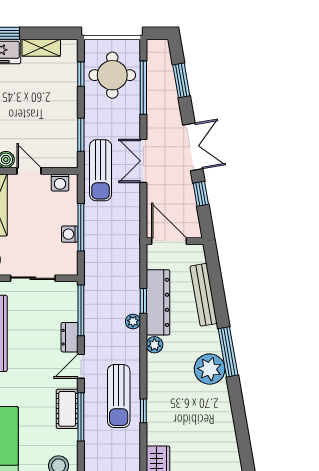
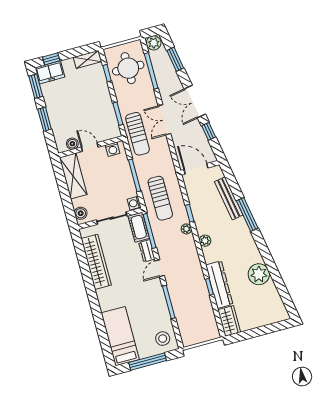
shelving: (41, 48) -> (88, 59), moved
plant: (157, 49) -> (154, 43), added
double door: (193, 147) -> (195, 102), swing flipped
washing machine: (70, 234) -> (134, 203), moved
dresser: (158, 302) -> (219, 285), moved
window: (228, 352) -> (247, 215), moved
plant: (210, 369) -> (259, 274), moved
sun lounger: (119, 396) -> (160, 198), moved
cot: (67, 409) -> (139, 227), moved

